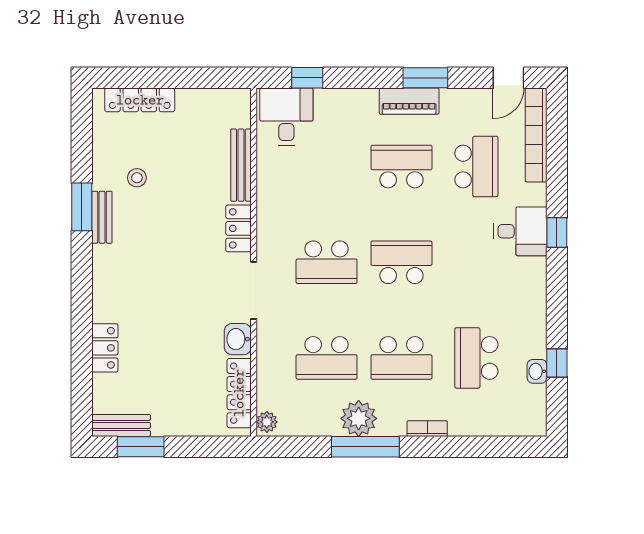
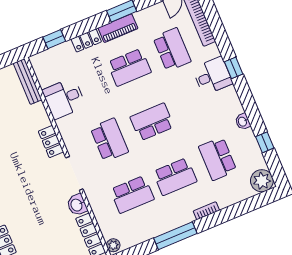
locker: (354, 100) -> (86, 40), added
desk: (286, 117) -> (64, 98), moved, turned -90
bench: (241, 165) -> (27, 82), moved
school desk: (401, 167) -> (129, 67), turned 180
school desk: (327, 262) -> (109, 140), turned -90
washbasin: (537, 371) -> (243, 122), moved
plant: (359, 418) -> (262, 181), moved

